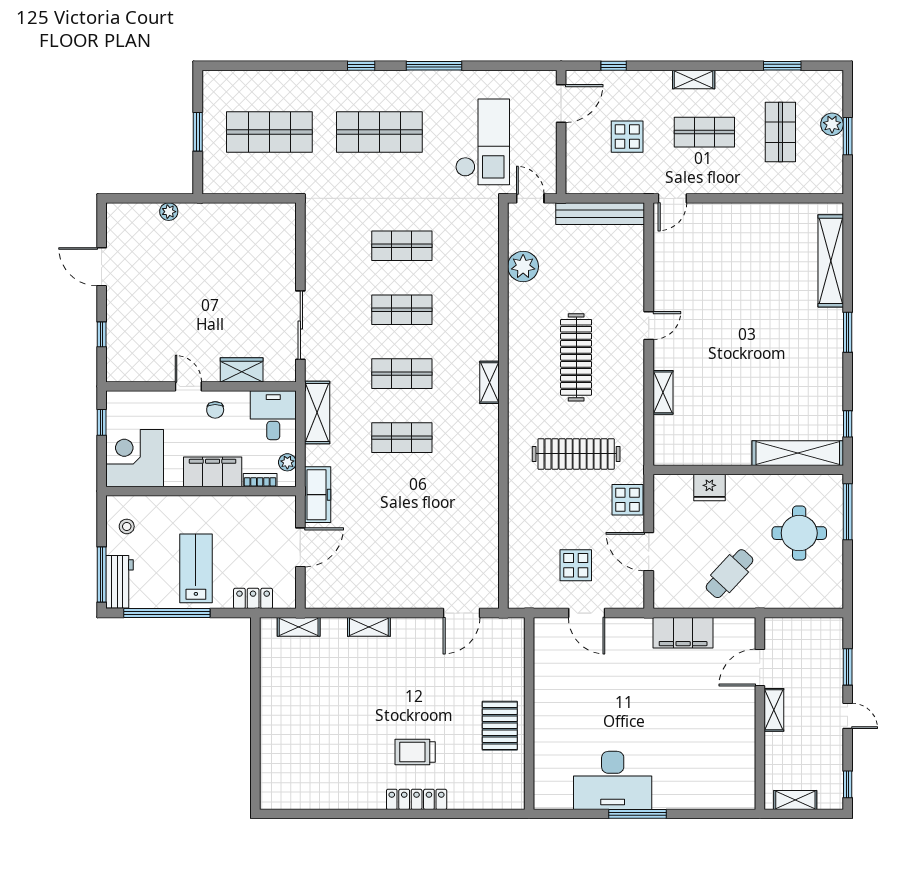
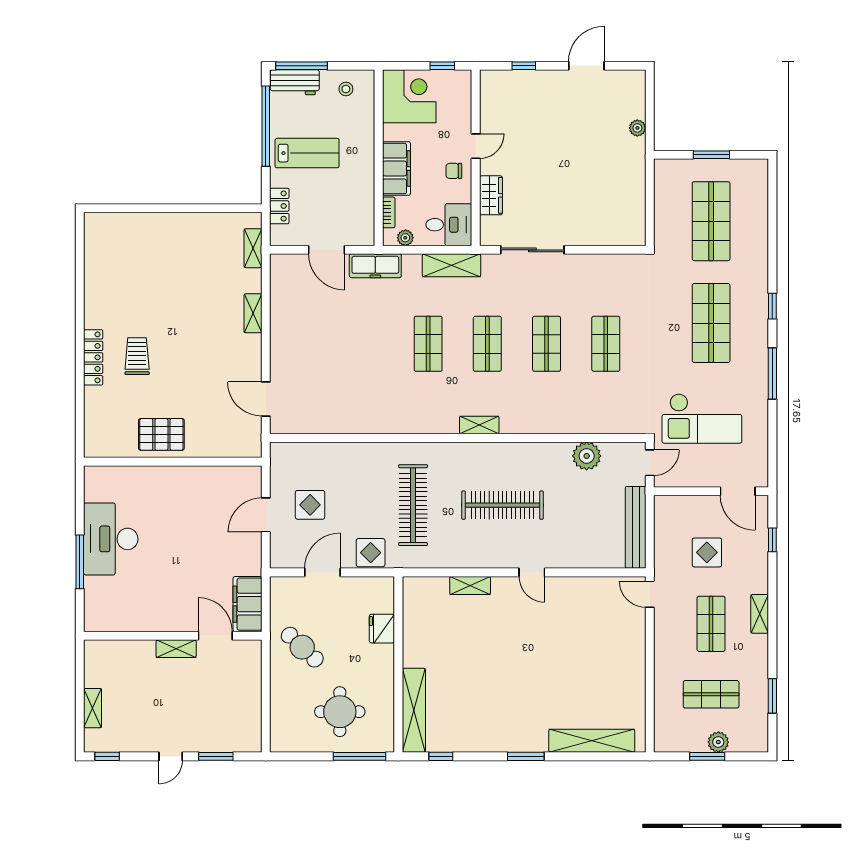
door: (760, 668) -> (215, 636), moved
shelving: (774, 710) -> (176, 649), moved
wall: (760, 713) -> (173, 636), moved

